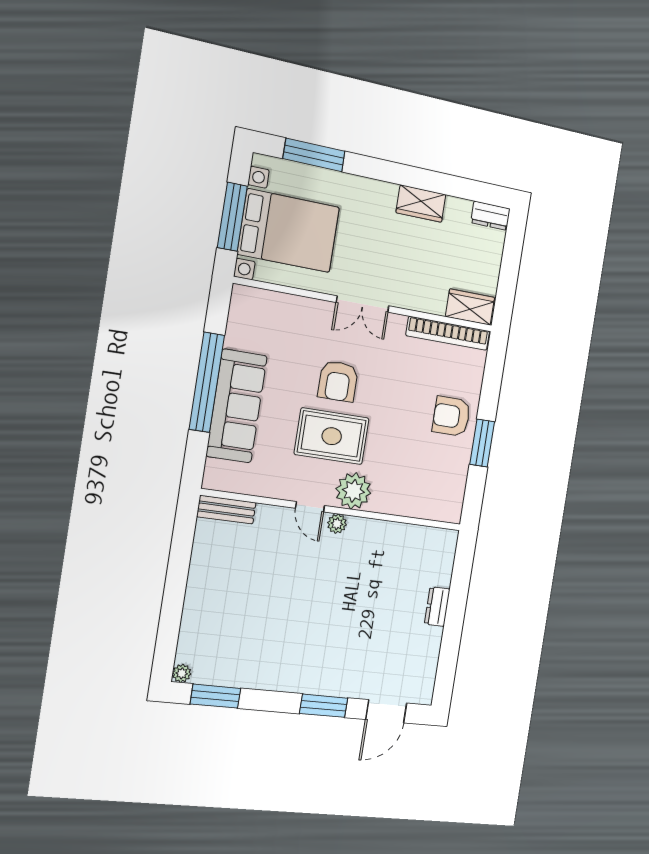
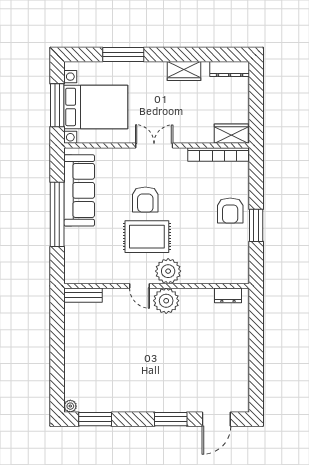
window: (314, 155) -> (123, 55), moved
dresser: (490, 216) -> (230, 69), width x1.44
double door: (363, 304) -> (154, 146), swing flipped
sofa: (237, 406) -> (79, 190), moved
armchair: (451, 416) -> (230, 210), turned -90
plant: (337, 524) -> (166, 301), width x1.88, depth x1.88
dresser: (437, 607) -> (228, 295), moved, turned -90

